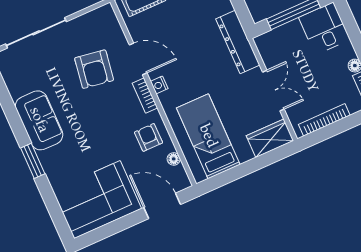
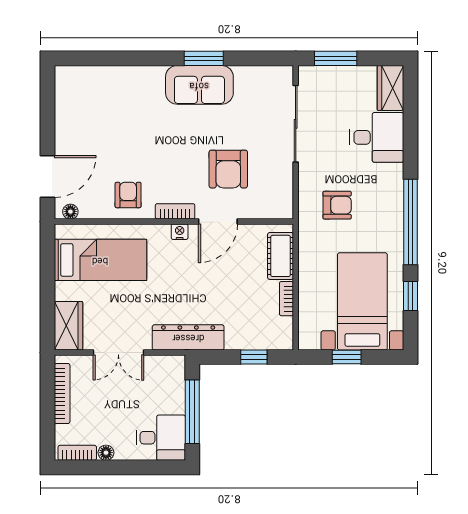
armchair: (94, 69) -> (228, 169), turned -99
armchair: (149, 137) -> (128, 195), turned -90
floor lamp: (174, 159) -> (70, 212), moved
window: (33, 161) -> (204, 58), moved
corner sofa: (97, 200) -> (86, 109), removed

